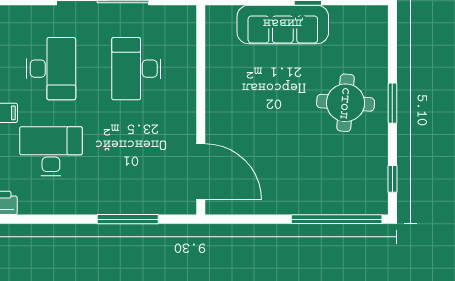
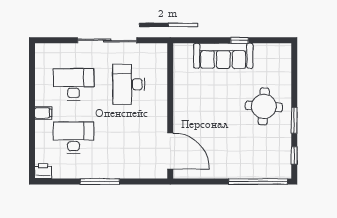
desk: (51, 69) -> (74, 84), turned -90
window: (392, 103) -> (294, 120), moved
window: (128, 219) -> (100, 182), moved

